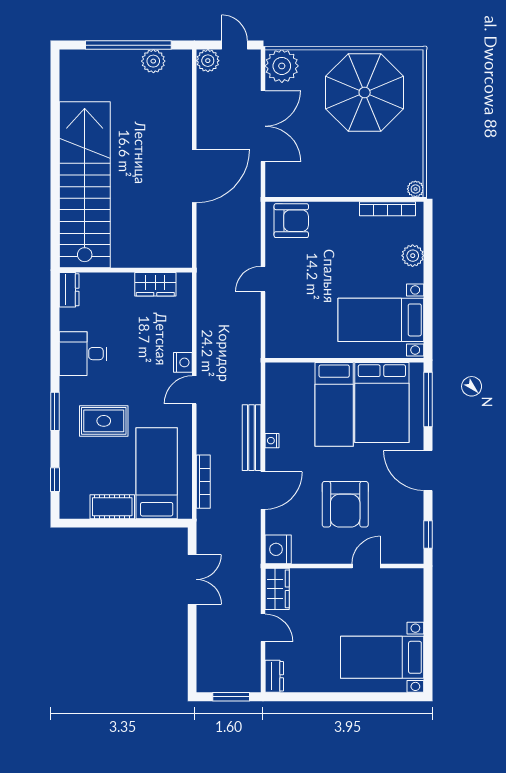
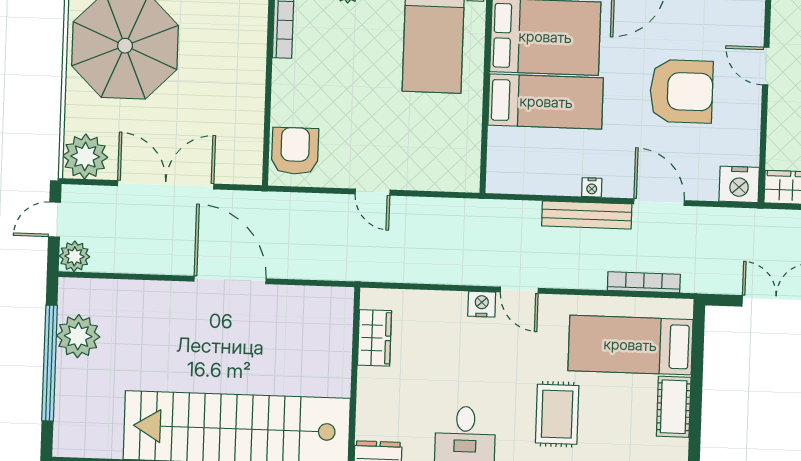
plant: (153, 61) -> (78, 336), width x1.36, depth x1.36

